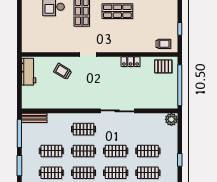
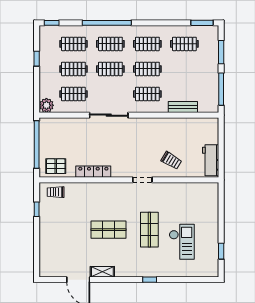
locker: (131, 62) -> (93, 172), width x1.53
bench: (34, 118) -> (183, 107), moved
clothes rail: (51, 151) -> (73, 94), moved

